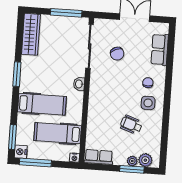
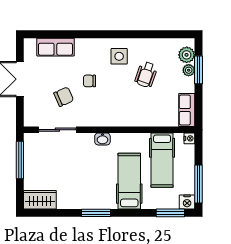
wardrobe: (31, 34) -> (40, 200), width x0.67
sliding door: (90, 46) -> (57, 130), width x0.73
chair: (148, 83) -> (89, 81), moved

